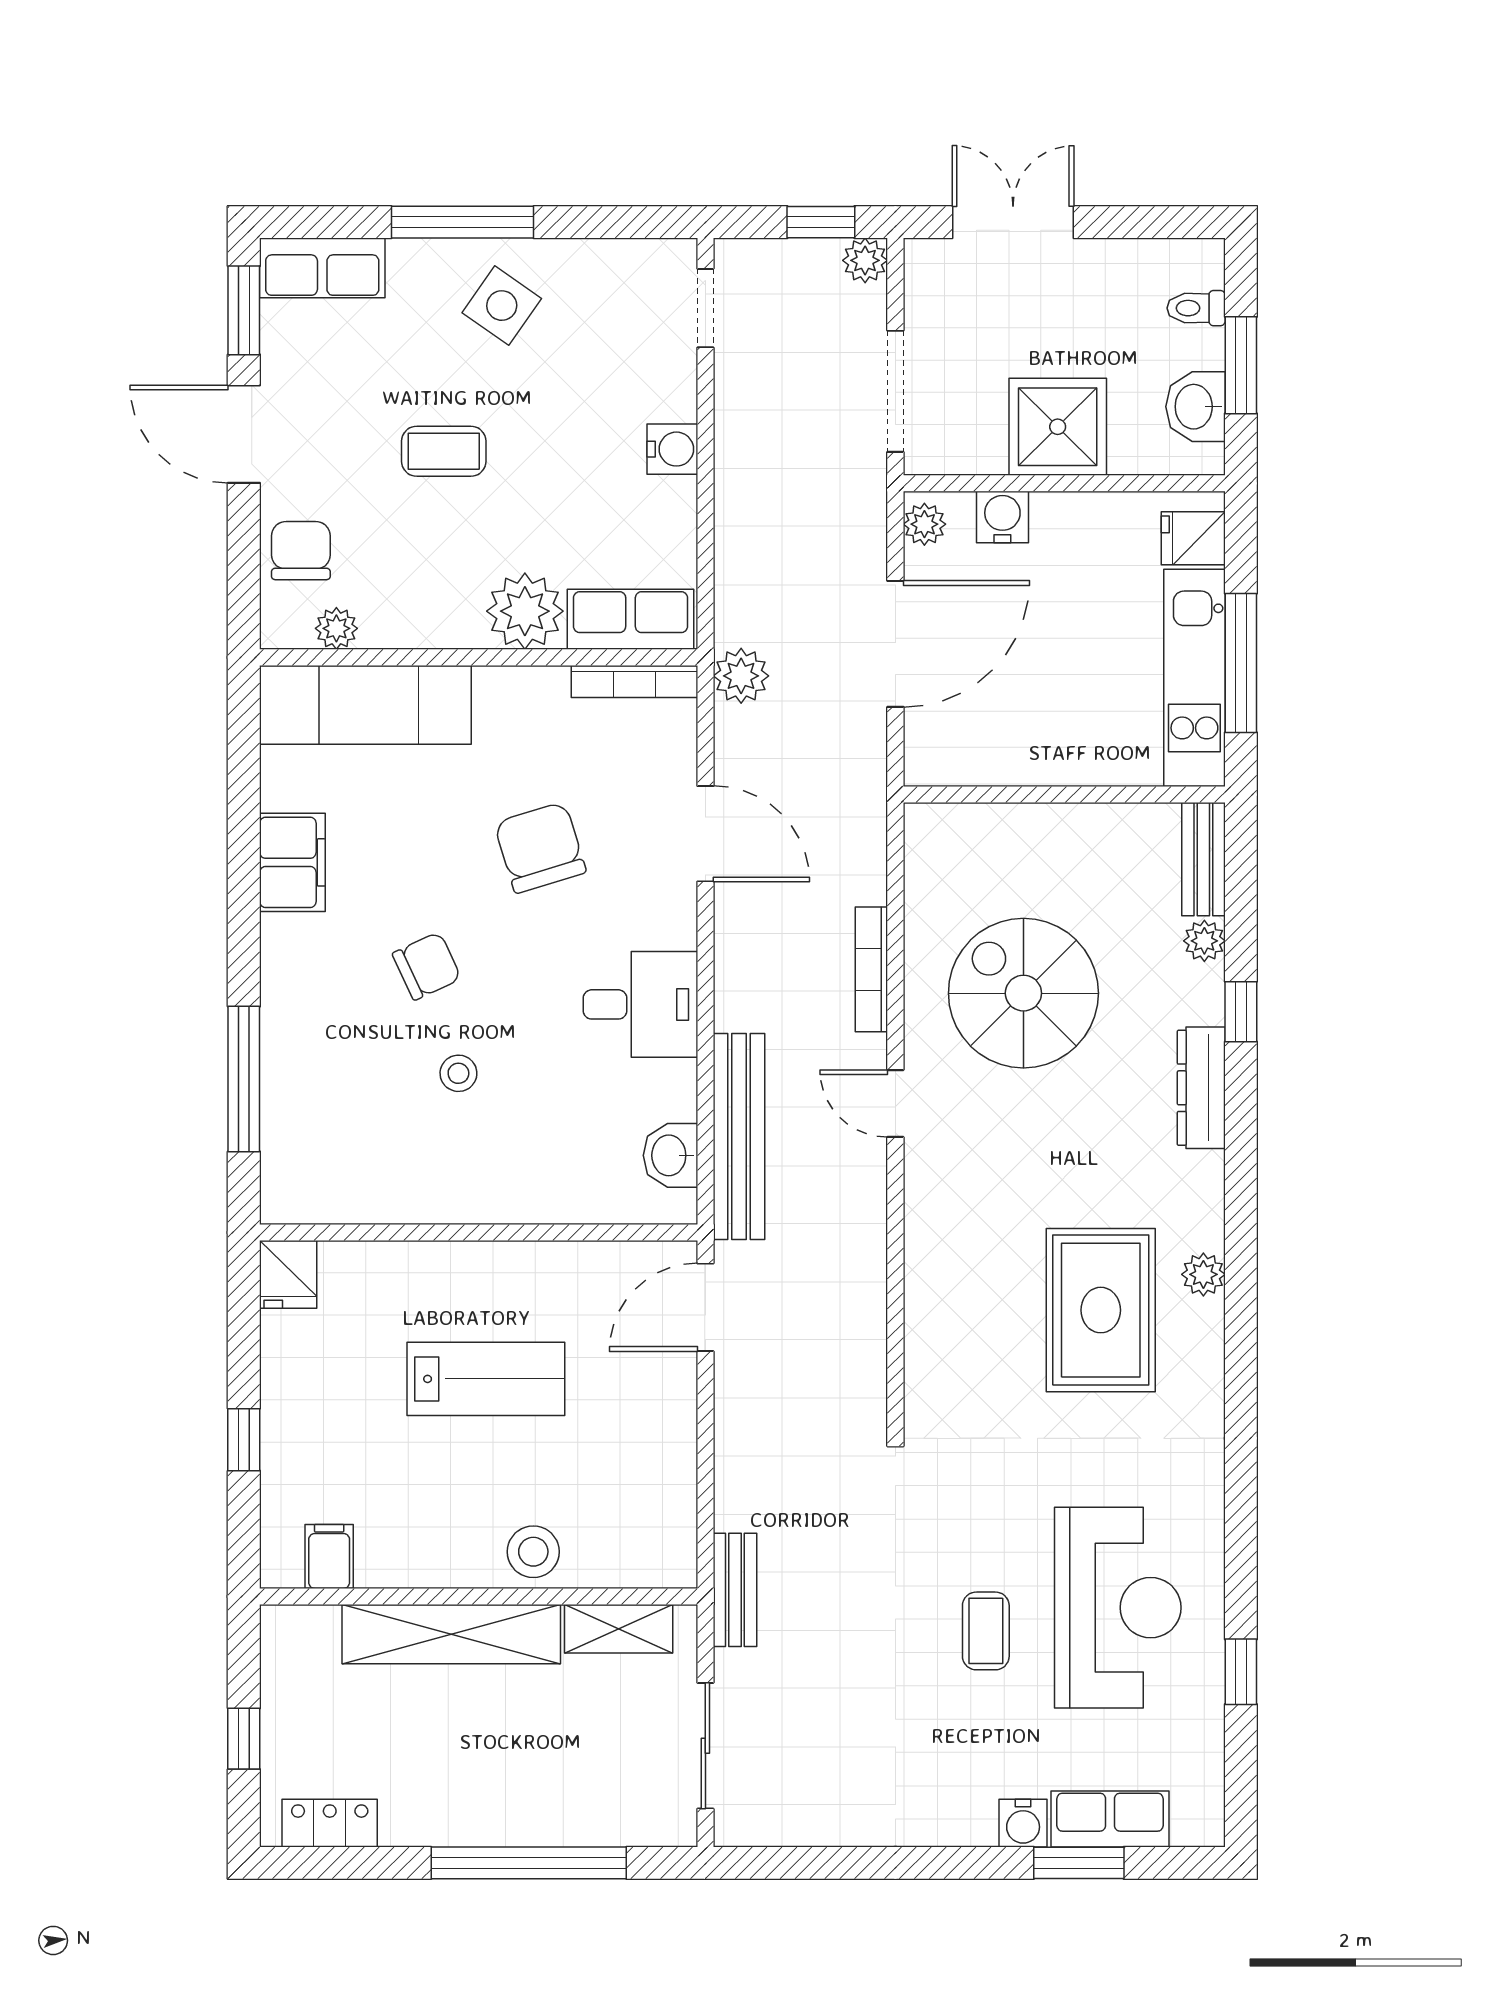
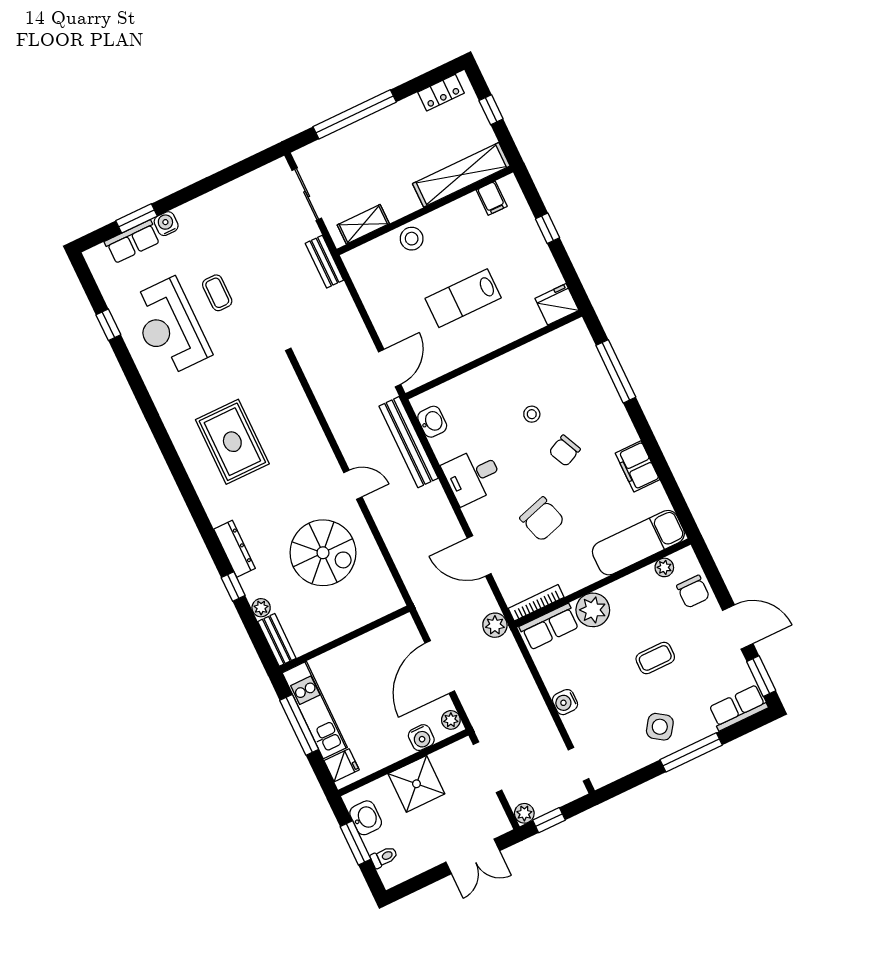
bookcase: (871, 969) -> (388, 533), removed
fridge: (288, 1274) -> (557, 304), width x1.38
plant: (1203, 1274) -> (198, 475), removed
shelving: (451, 1634) -> (461, 175), moved

